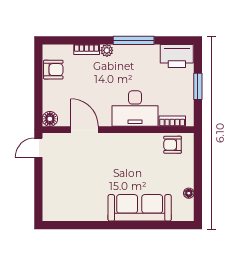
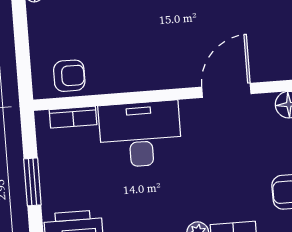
door: (84, 130) -> (226, 90), swing flipped

